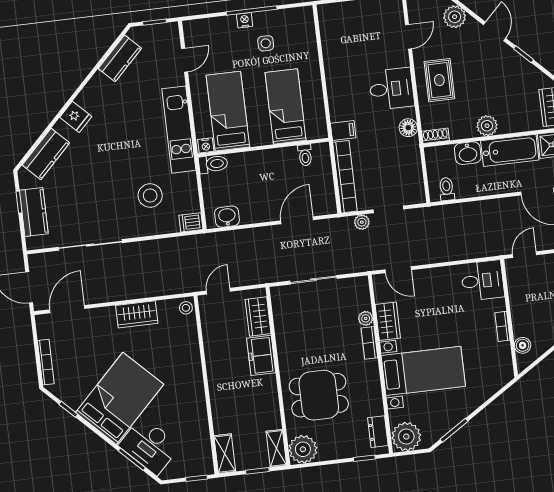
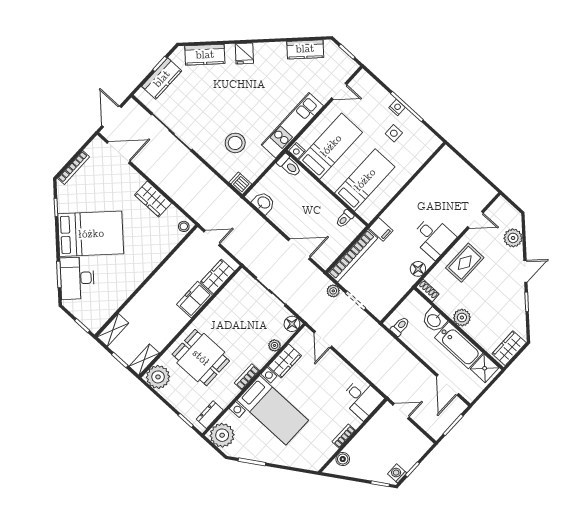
floor lamp: (360, 286) -> (292, 324), added
bookcase: (369, 343) -> (247, 377), moved

